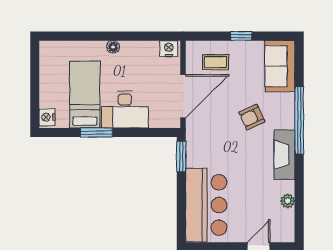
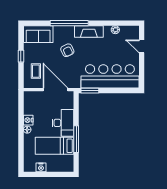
nightstand: (169, 49) -> (28, 120), moved
nightstand: (47, 117) -> (41, 167), moved
window: (96, 133) -> (76, 139), width x1.44
bar counter: (206, 205) -> (110, 76), width x1.36

